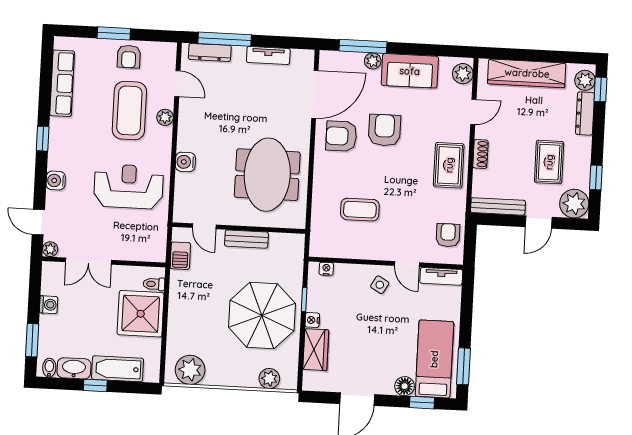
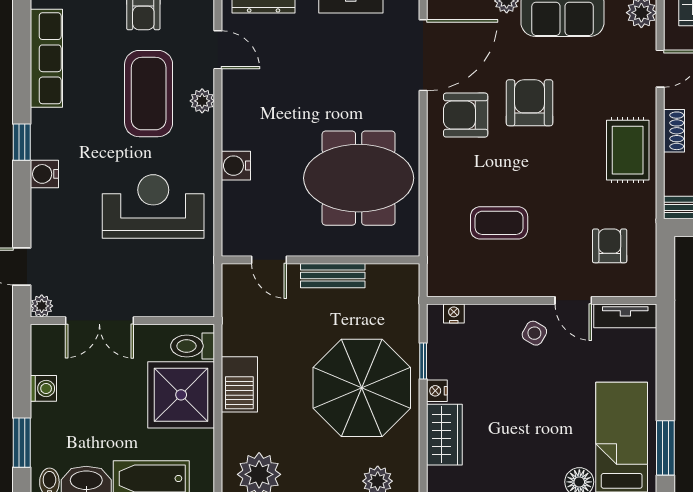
meeting table: (267, 175) -> (359, 178), turned 90
water cooler: (56, 181) -> (44, 174), moved
armchair: (448, 235) -> (610, 246), moved
barbecue: (180, 256) -> (239, 384), moved, width x1.38, depth x1.27
toilet: (154, 284) -> (193, 346), width x1.37, depth x1.39

